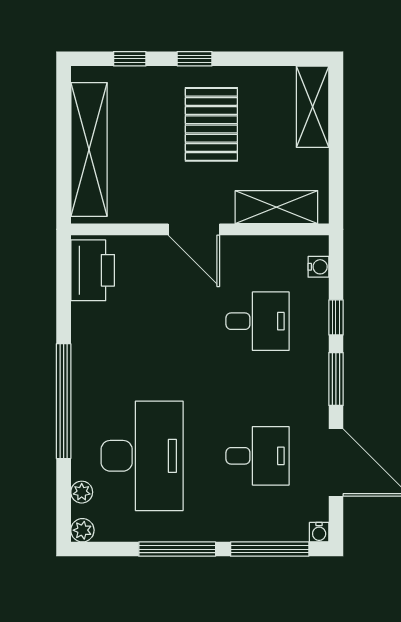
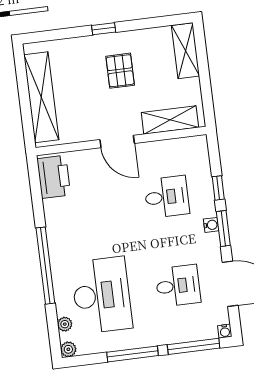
window: (130, 59) -> (61, 34), removed
pallet: (211, 124) -> (120, 71), width x0.67, depth x0.71
water cooler: (318, 267) -> (211, 225), moved

